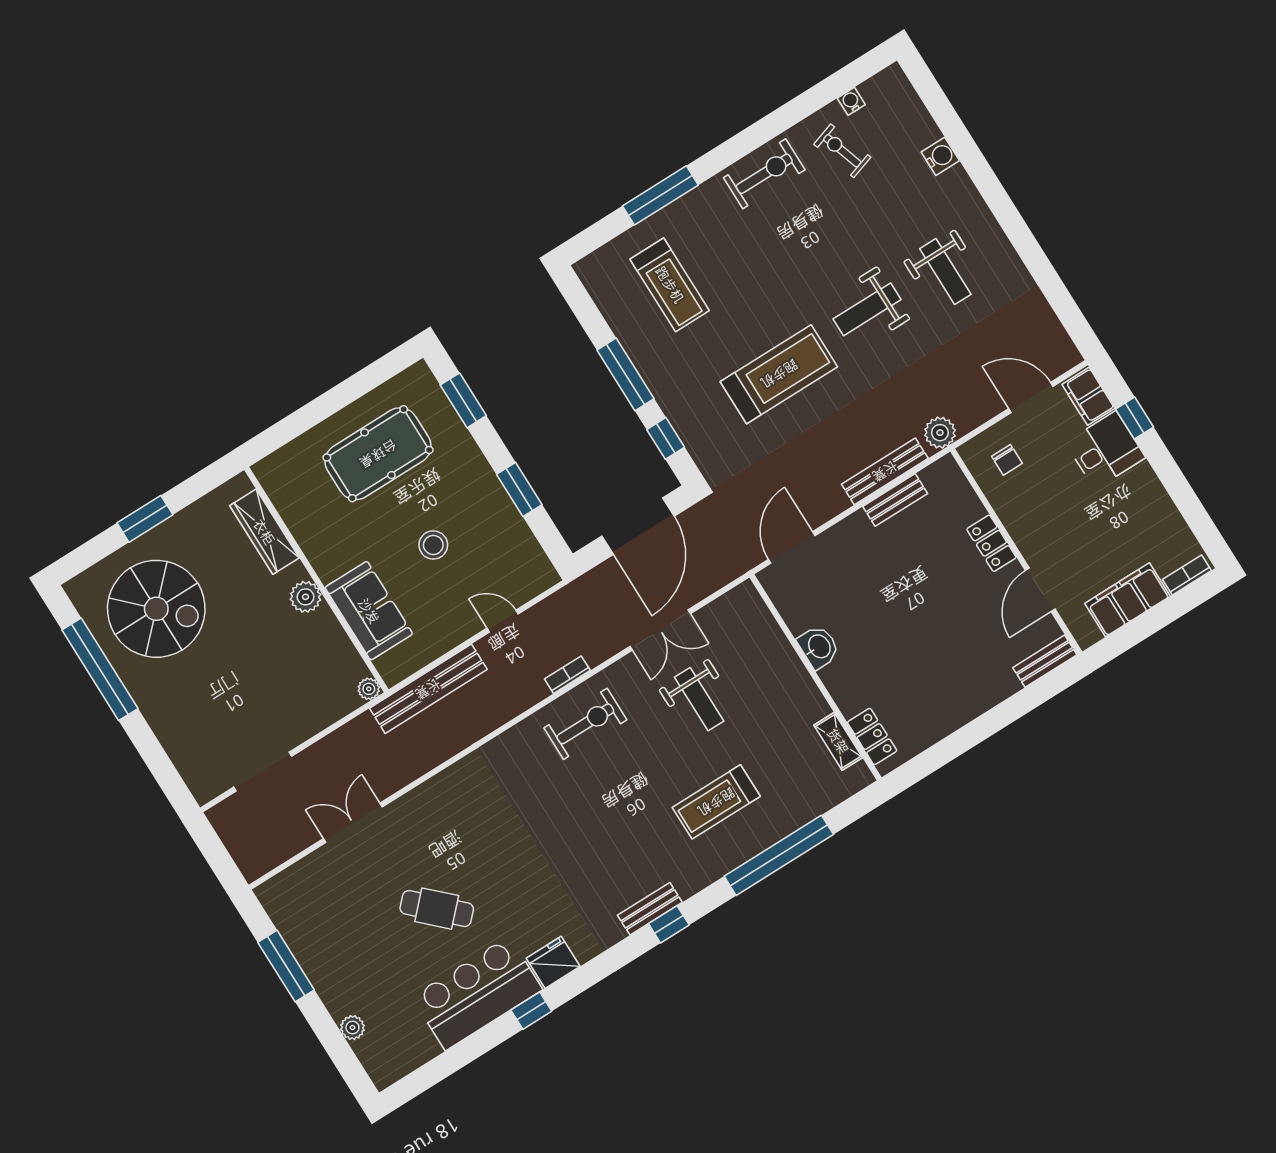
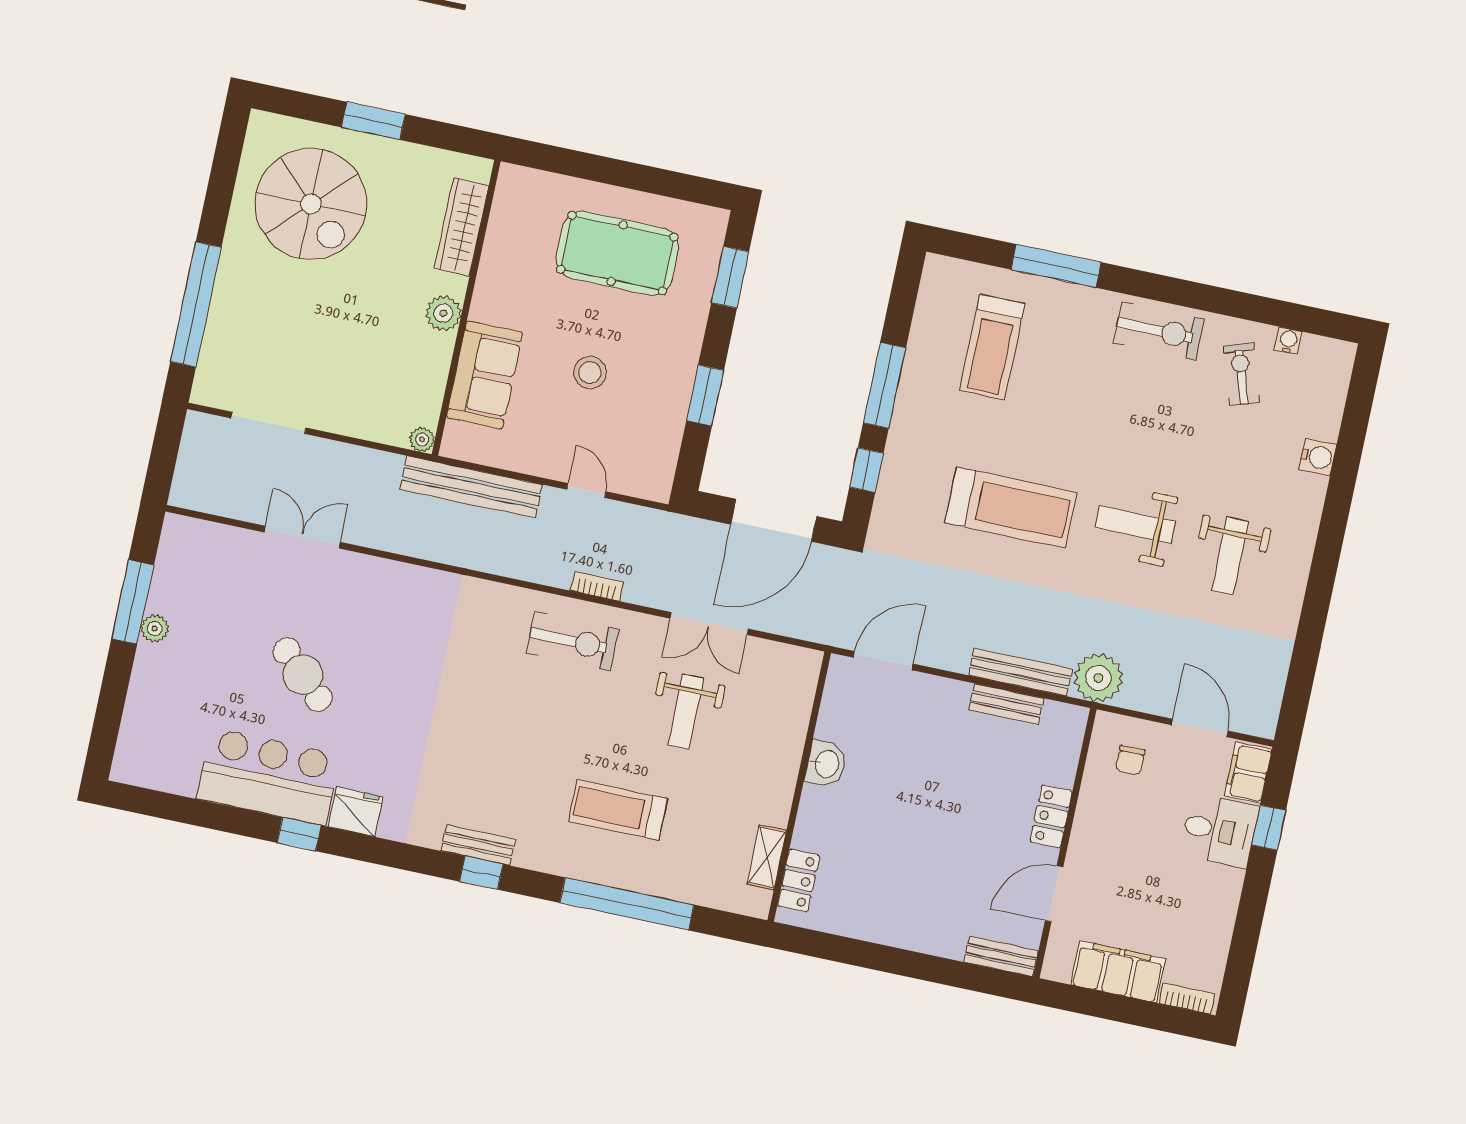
plant: (940, 433) -> (1098, 678), width x1.36, depth x1.36
window: (100, 669) -> (196, 304), moved
plant: (352, 1028) -> (155, 629), moved

